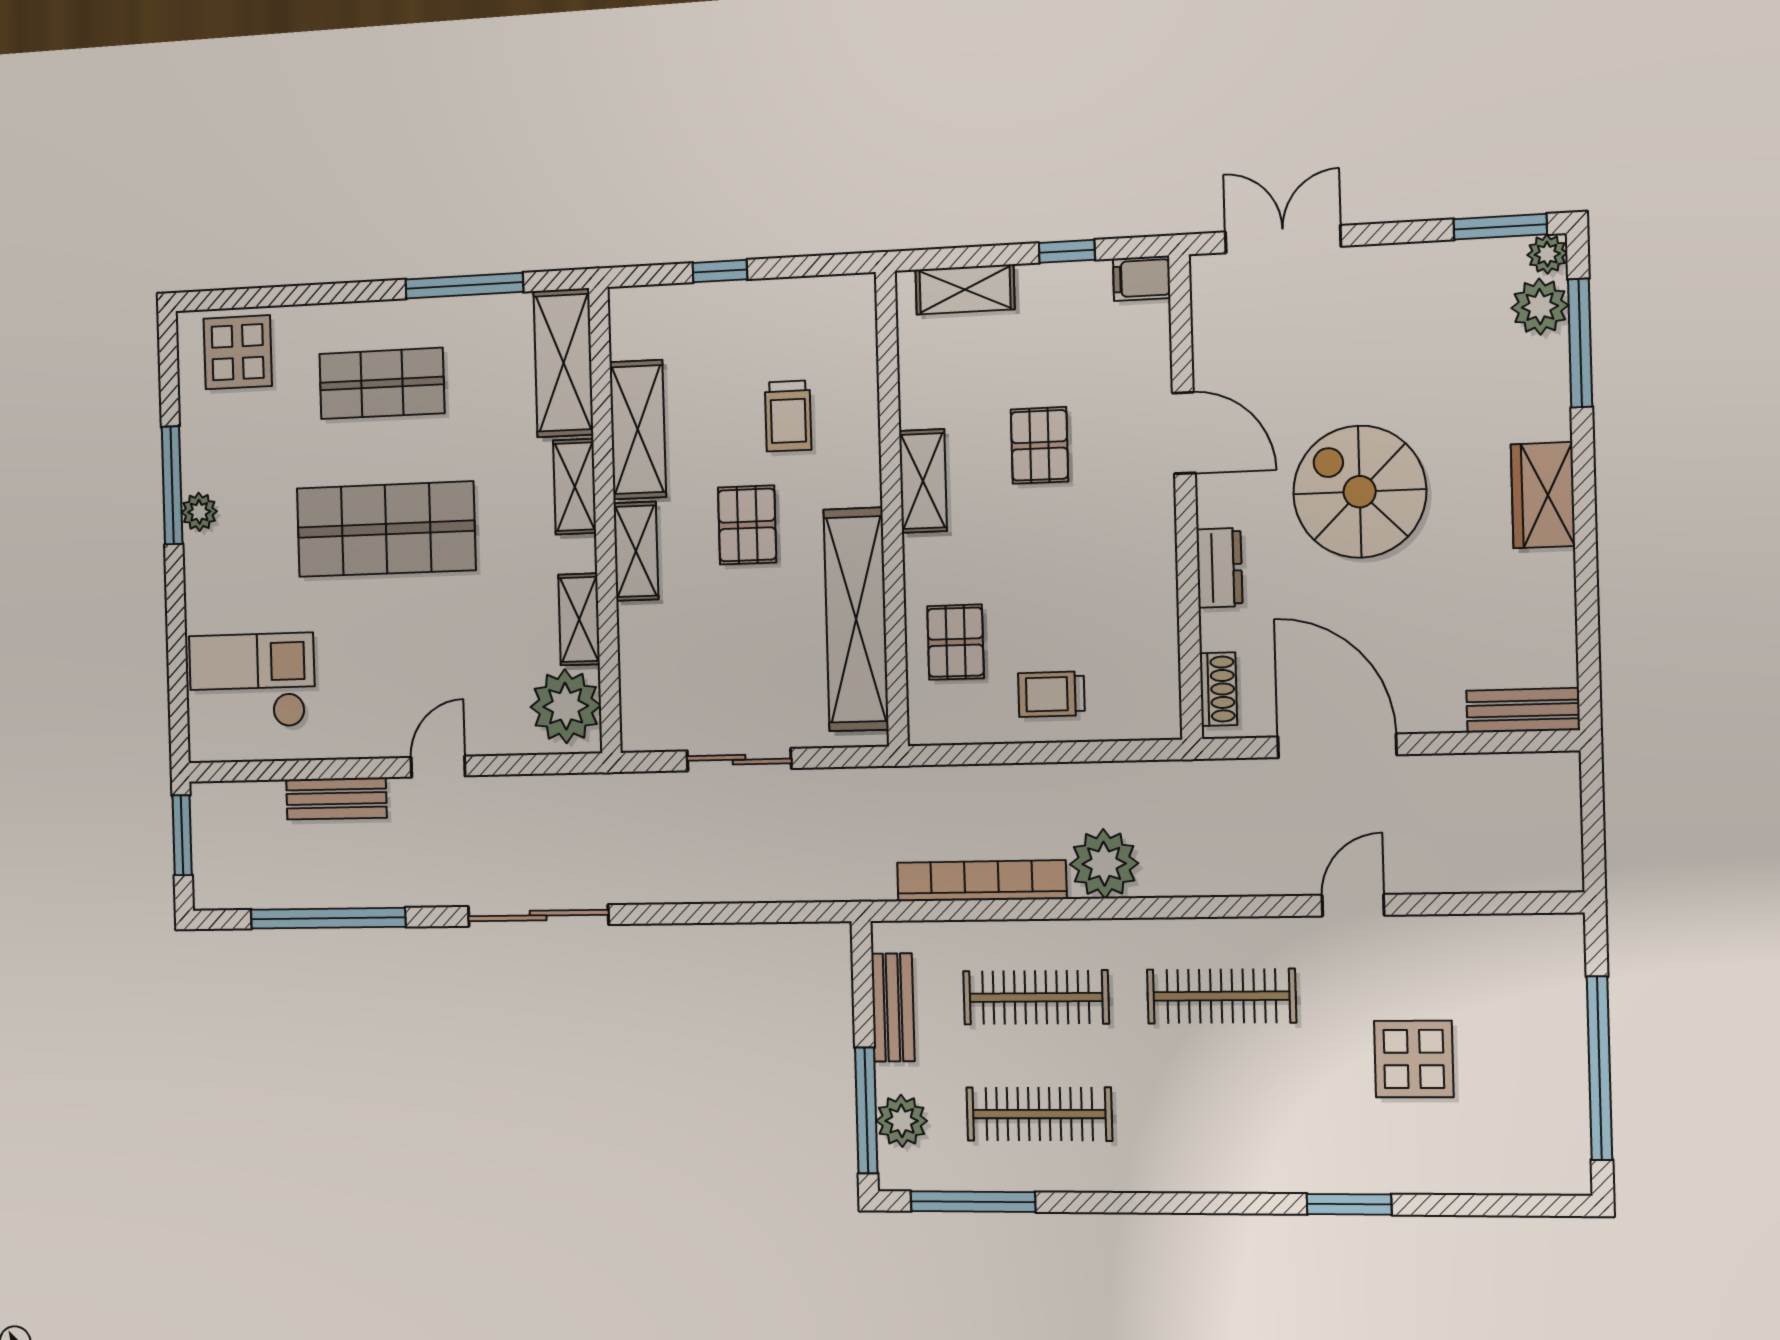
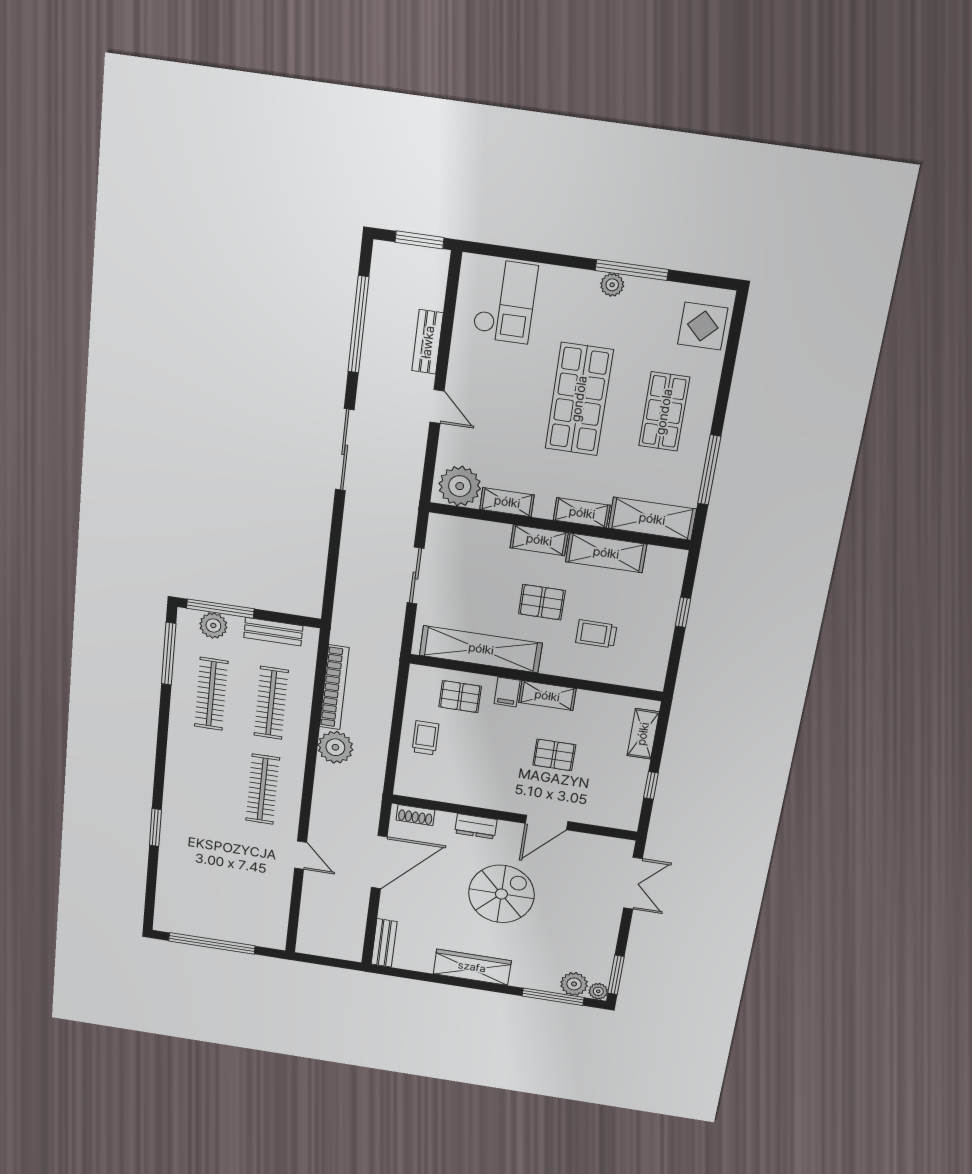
filing cabinet: (1142, 278) -> (507, 692), moved, turned 180
wardrobe: (1543, 495) -> (472, 967), width x1.50
display table: (1414, 1059) -> (223, 868), removed

